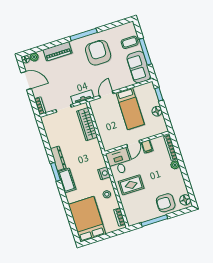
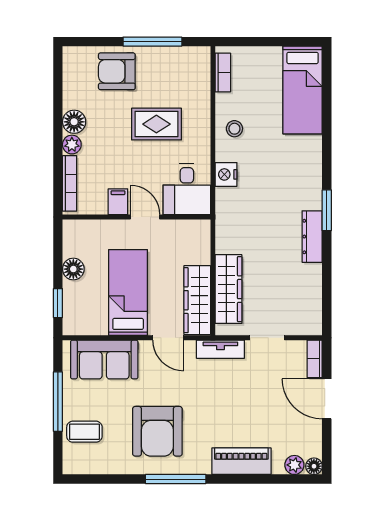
sofa: (139, 67) -> (104, 360), moved, turned 90
door: (26, 81) -> (327, 399), moved
door: (106, 95) -> (168, 338), hinge flipped
wardrobe: (99, 115) -> (197, 300), added
door: (133, 144) -> (145, 217), hinge flipped
cot: (67, 181) -> (309, 184), removed
rug: (131, 185) -> (156, 124), moved
floor lamp: (185, 200) -> (74, 122), moved
armchair: (166, 203) -> (117, 71), turned 180
bed: (87, 219) -> (303, 90), width x0.67

